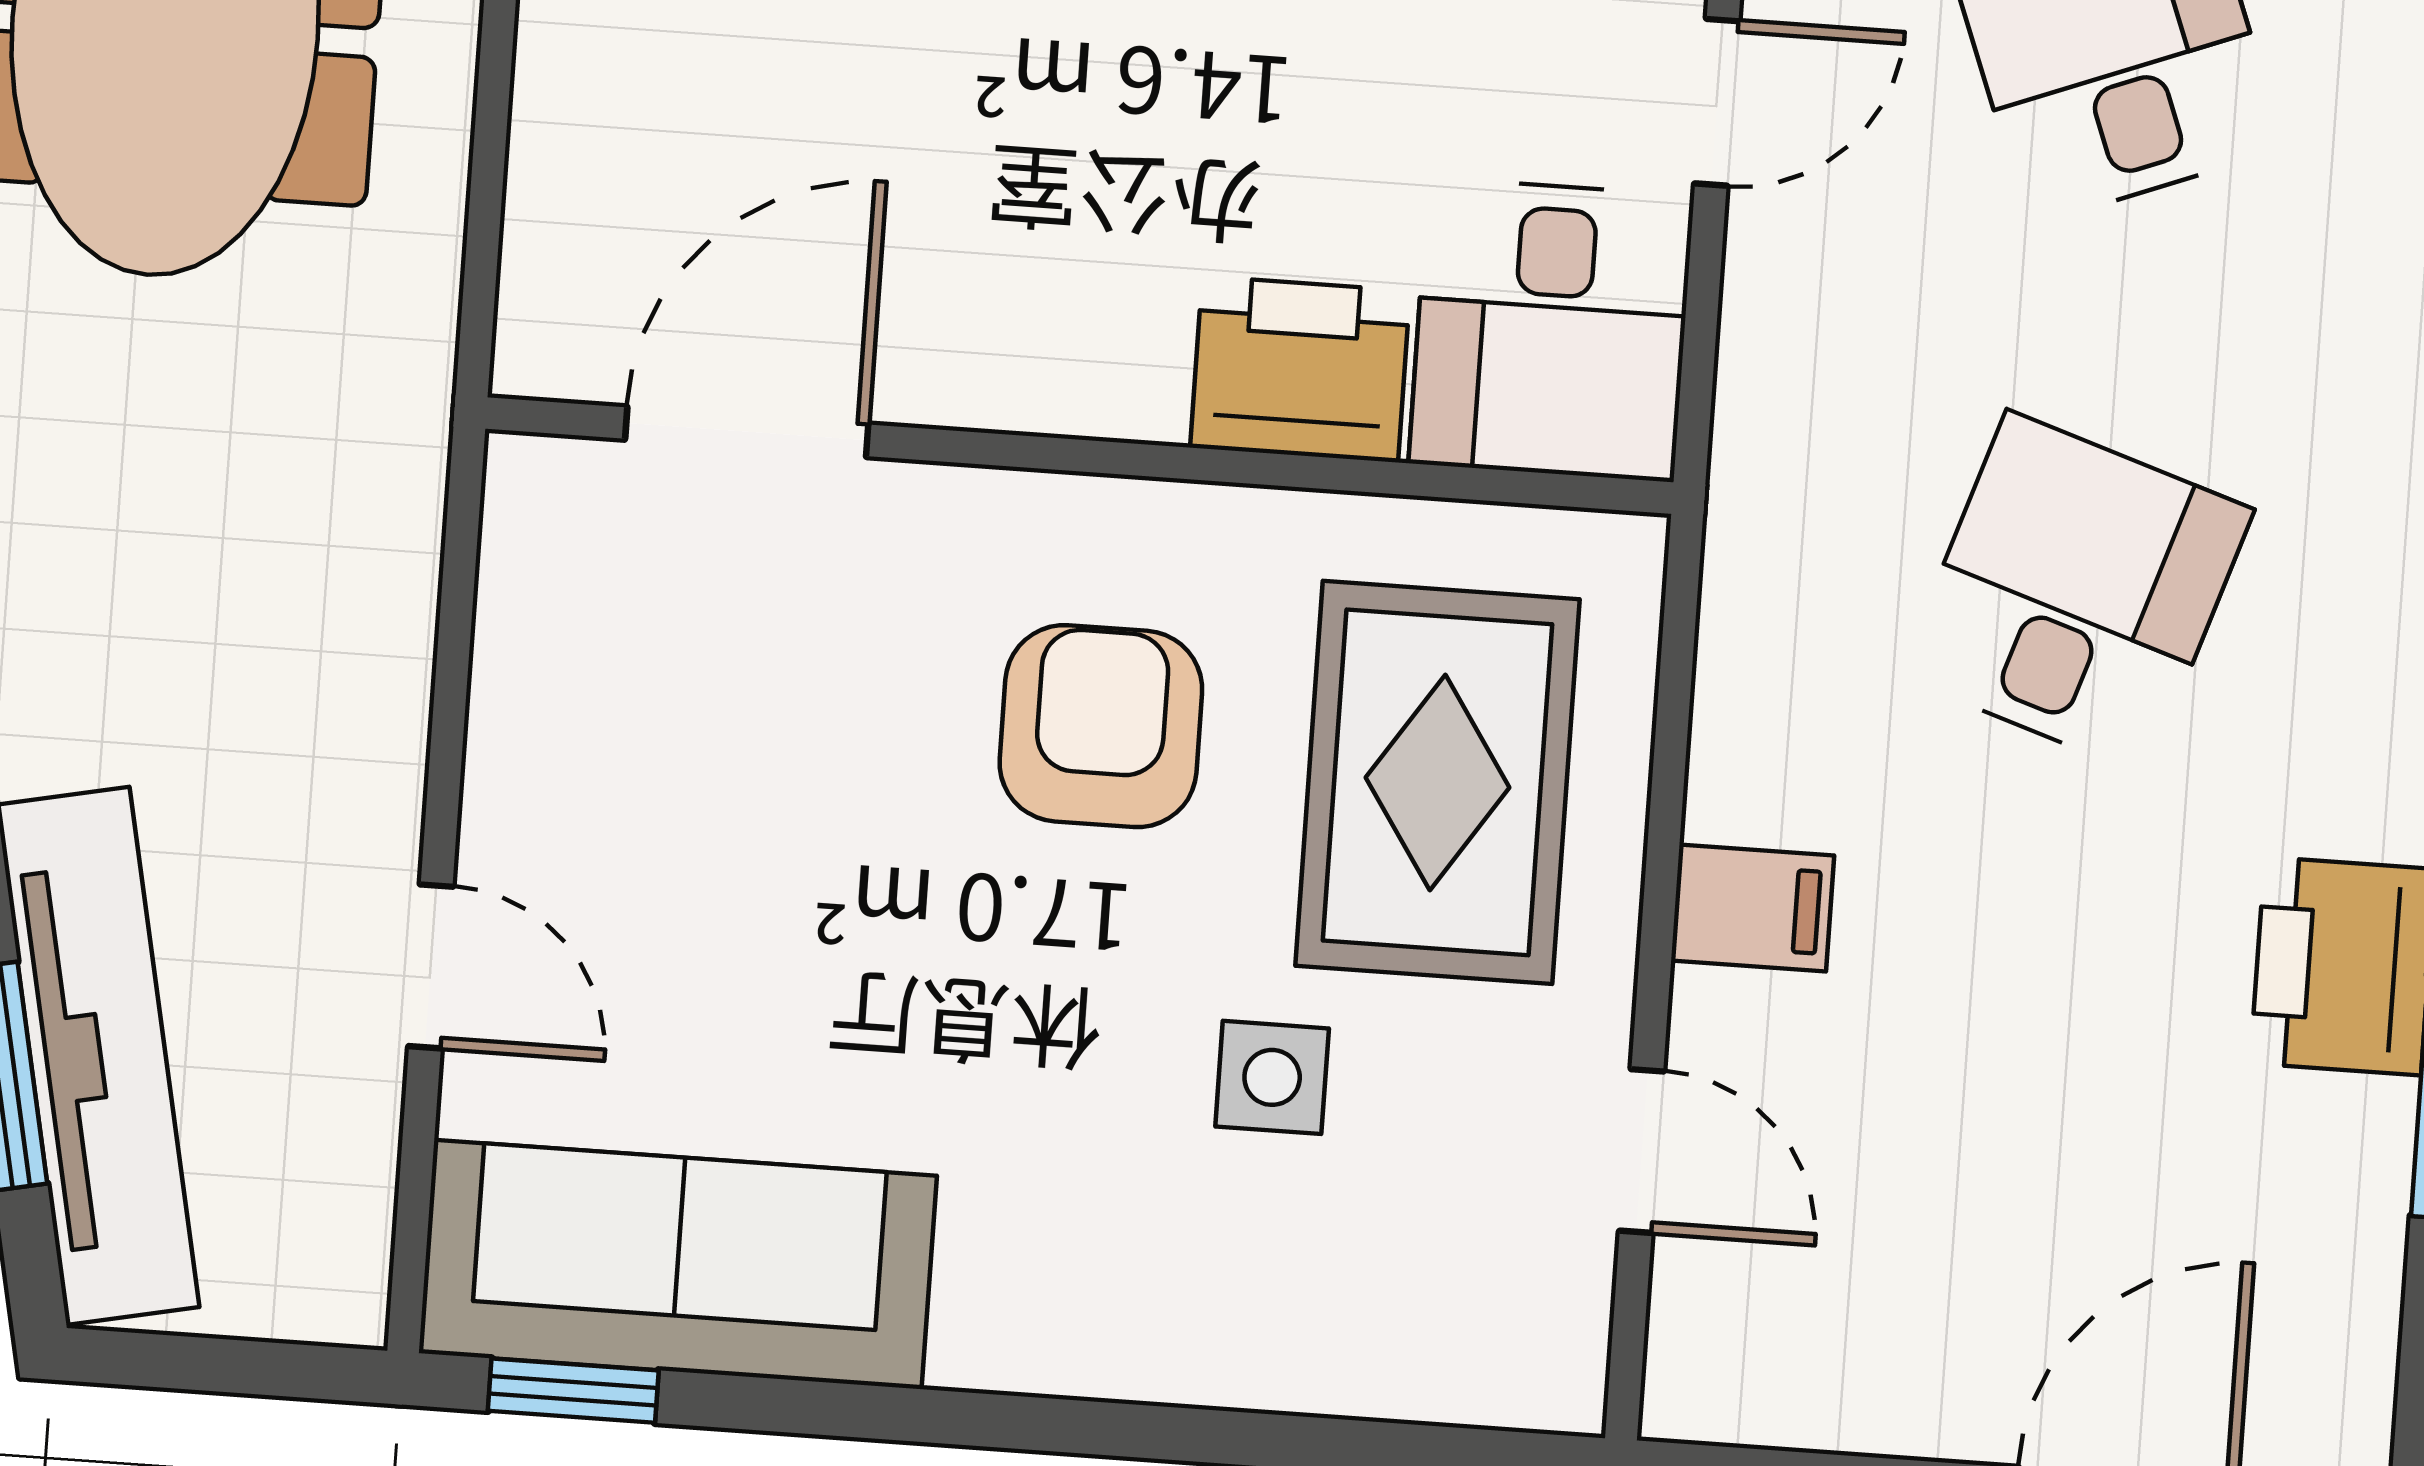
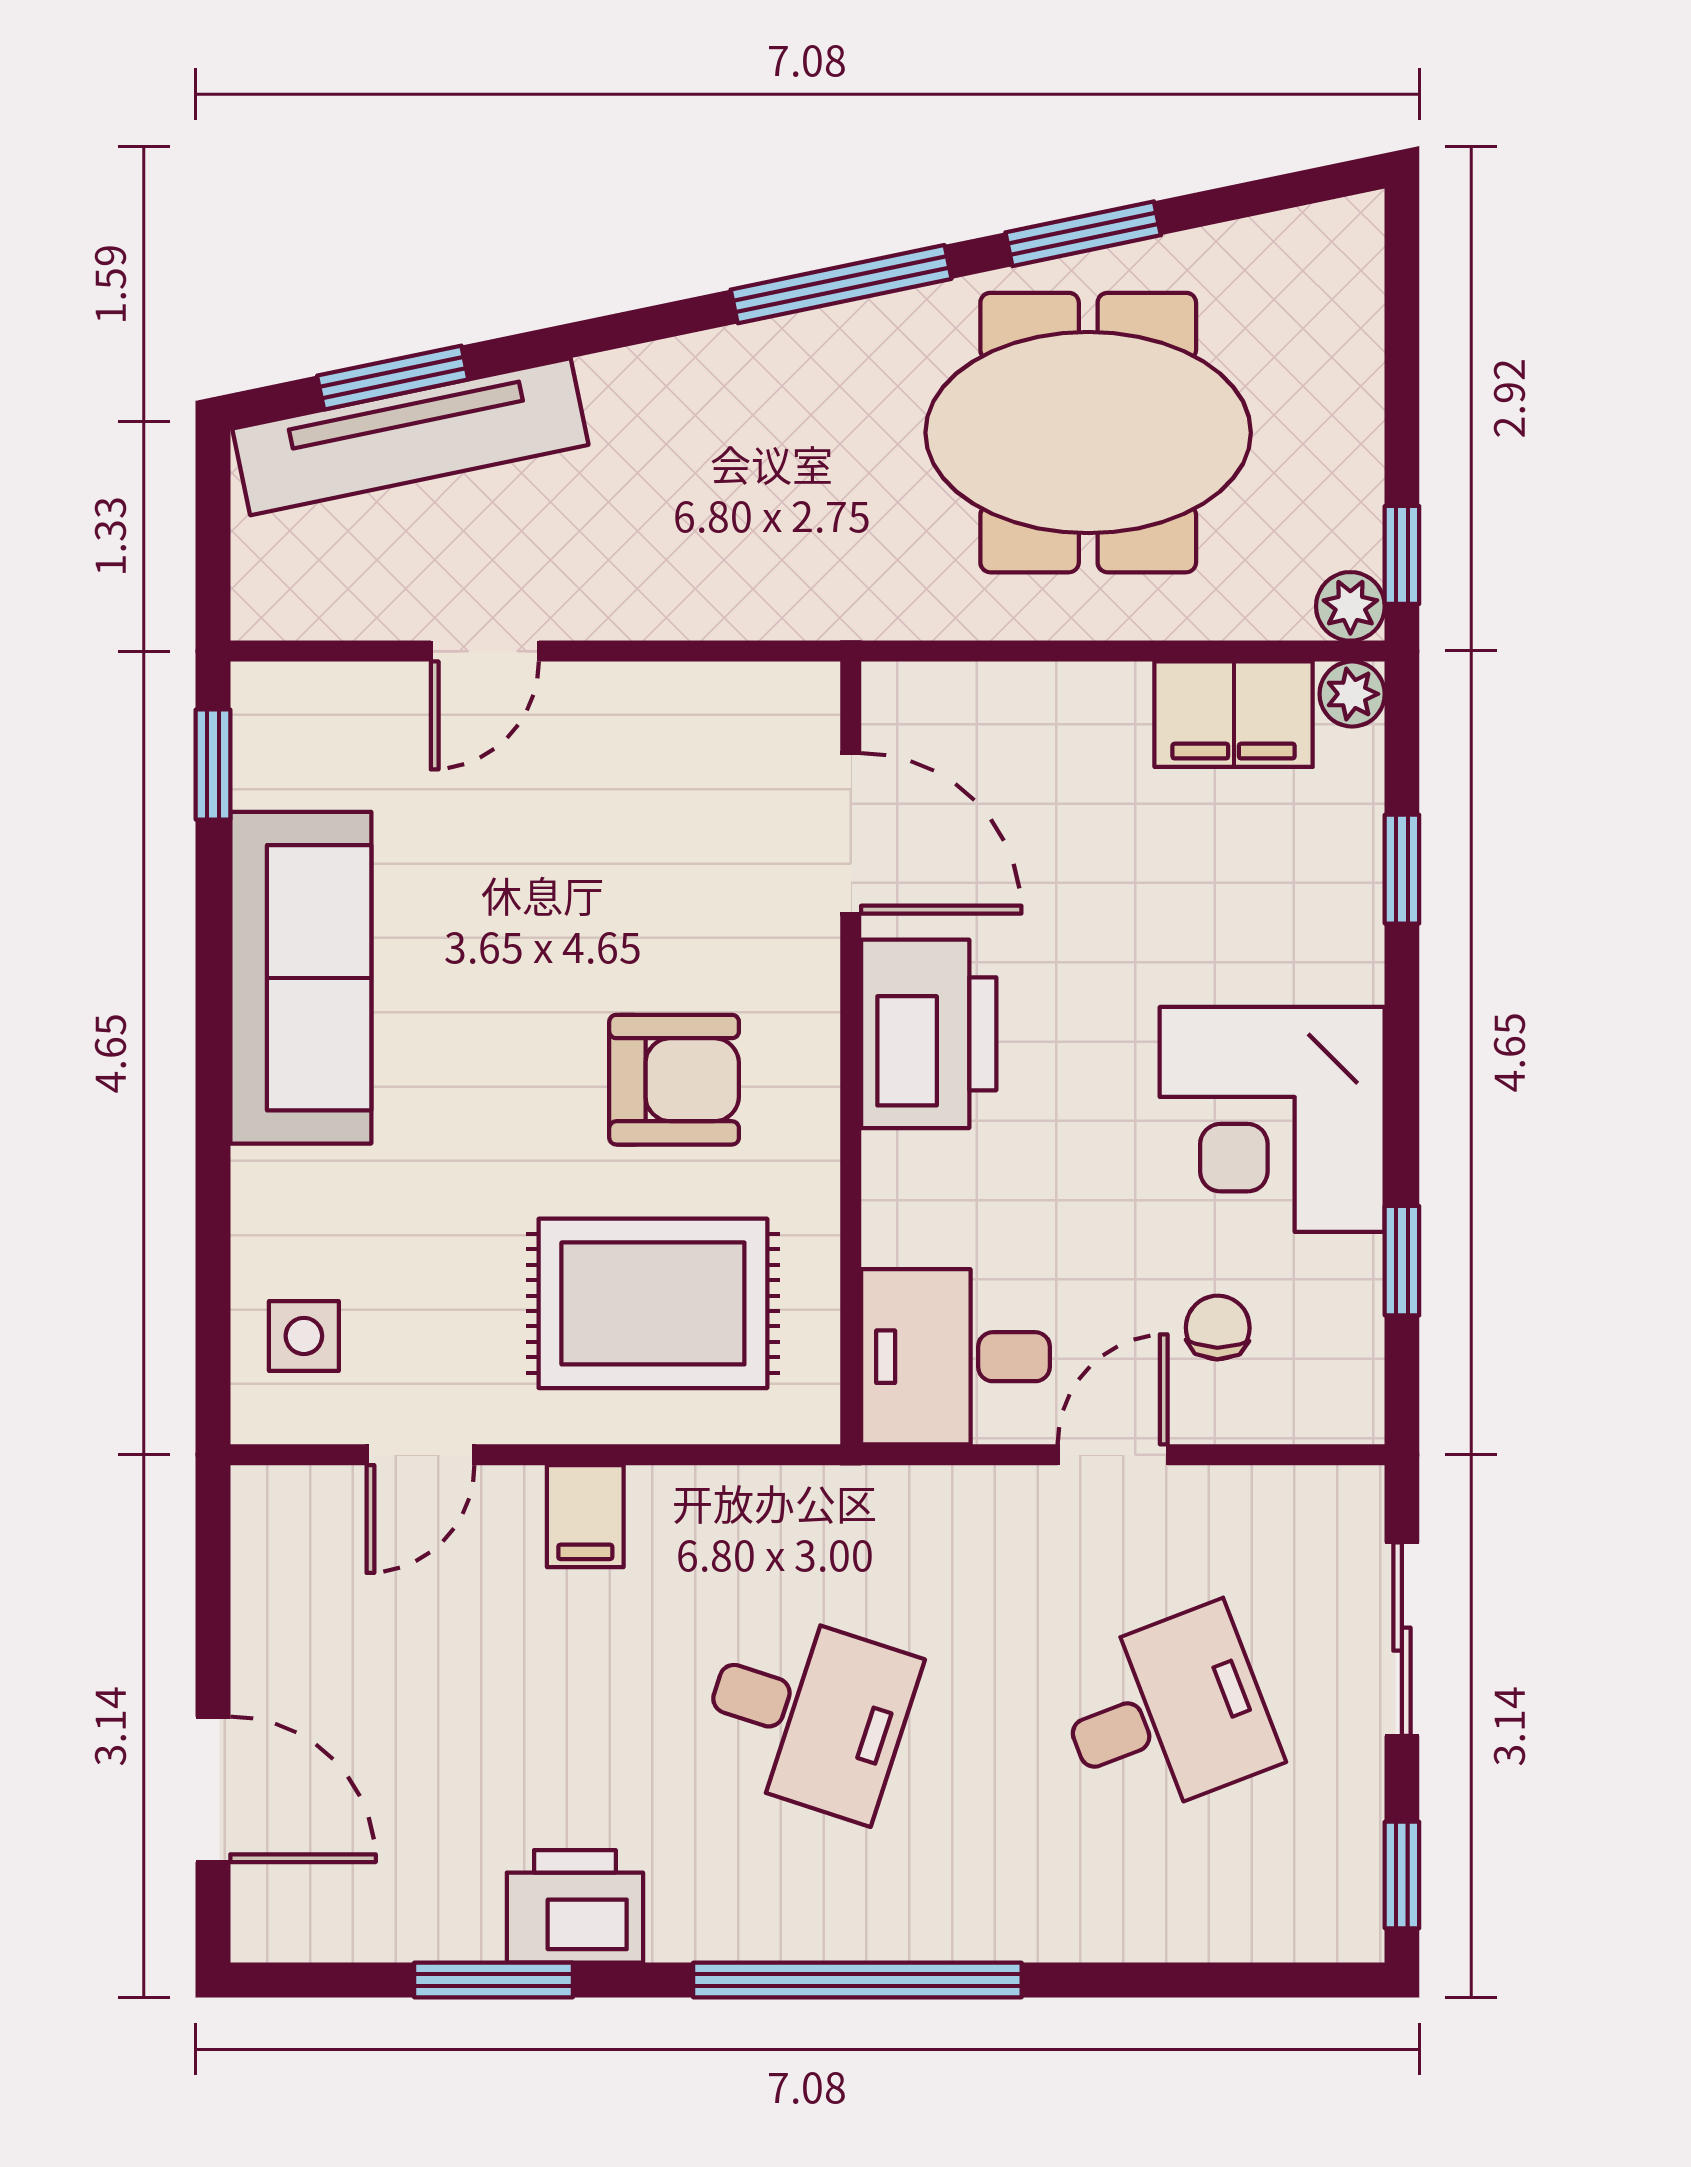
door: (1717, 102) -> (1113, 1455), swing flipped
printer: (1300, 369) -> (929, 1034), moved, width x1.37, depth x1.19
side table: (1272, 1077) -> (304, 1336), moved
sofa: (678, 1264) -> (301, 978), moved

